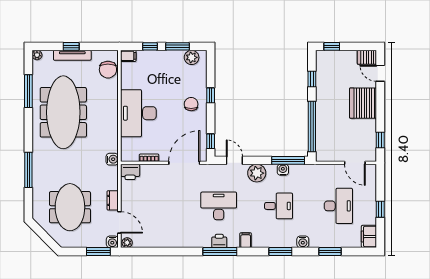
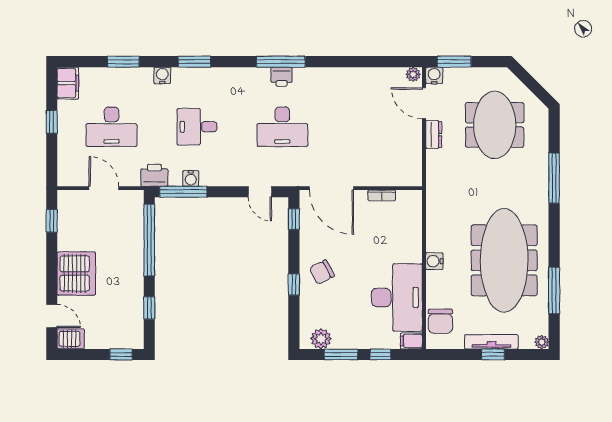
chair: (108, 70) -> (440, 321), turned 180
chair: (191, 104) -> (322, 272), turned 63
desk: (138, 113) -> (397, 297), moved
water cooler: (112, 159) -> (434, 261), moved
door: (184, 163) -> (331, 188), hinge flipped
door: (355, 163) -> (104, 188), moved
printer: (130, 172) -> (154, 175), moved
plant: (257, 173) -> (228, 174), removed
desk: (338, 206) -> (111, 127), turned -90
filing cabinet: (246, 240) -> (244, 78), removed

